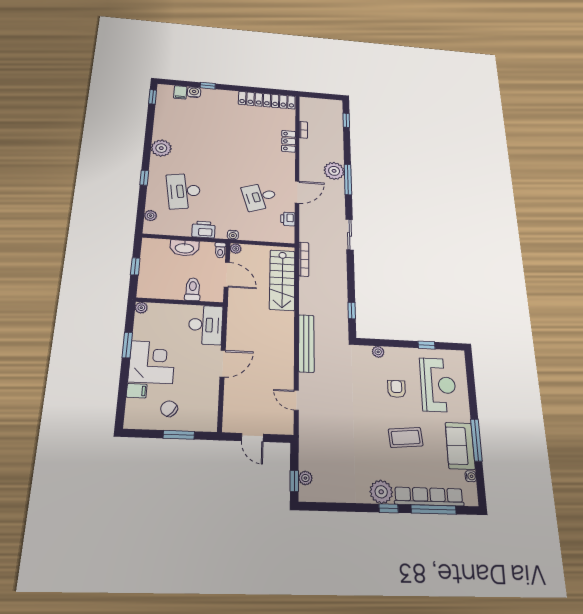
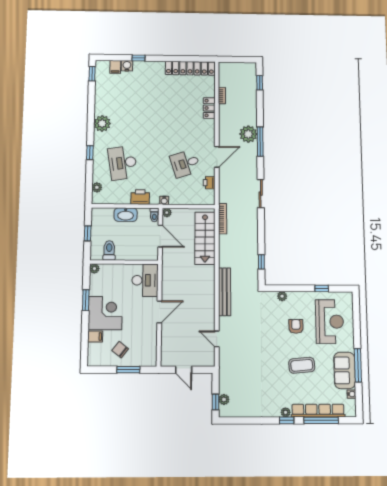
toilet: (193, 289) -> (109, 250), moved
plant: (381, 492) -> (286, 412), width x0.53, depth x0.53

